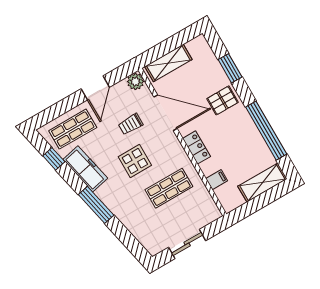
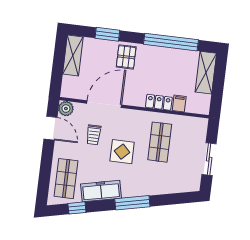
shelving: (168, 63) -> (73, 56), moved
door: (95, 88) -> (50, 128), moved
locker: (196, 147) -> (159, 102), moved

